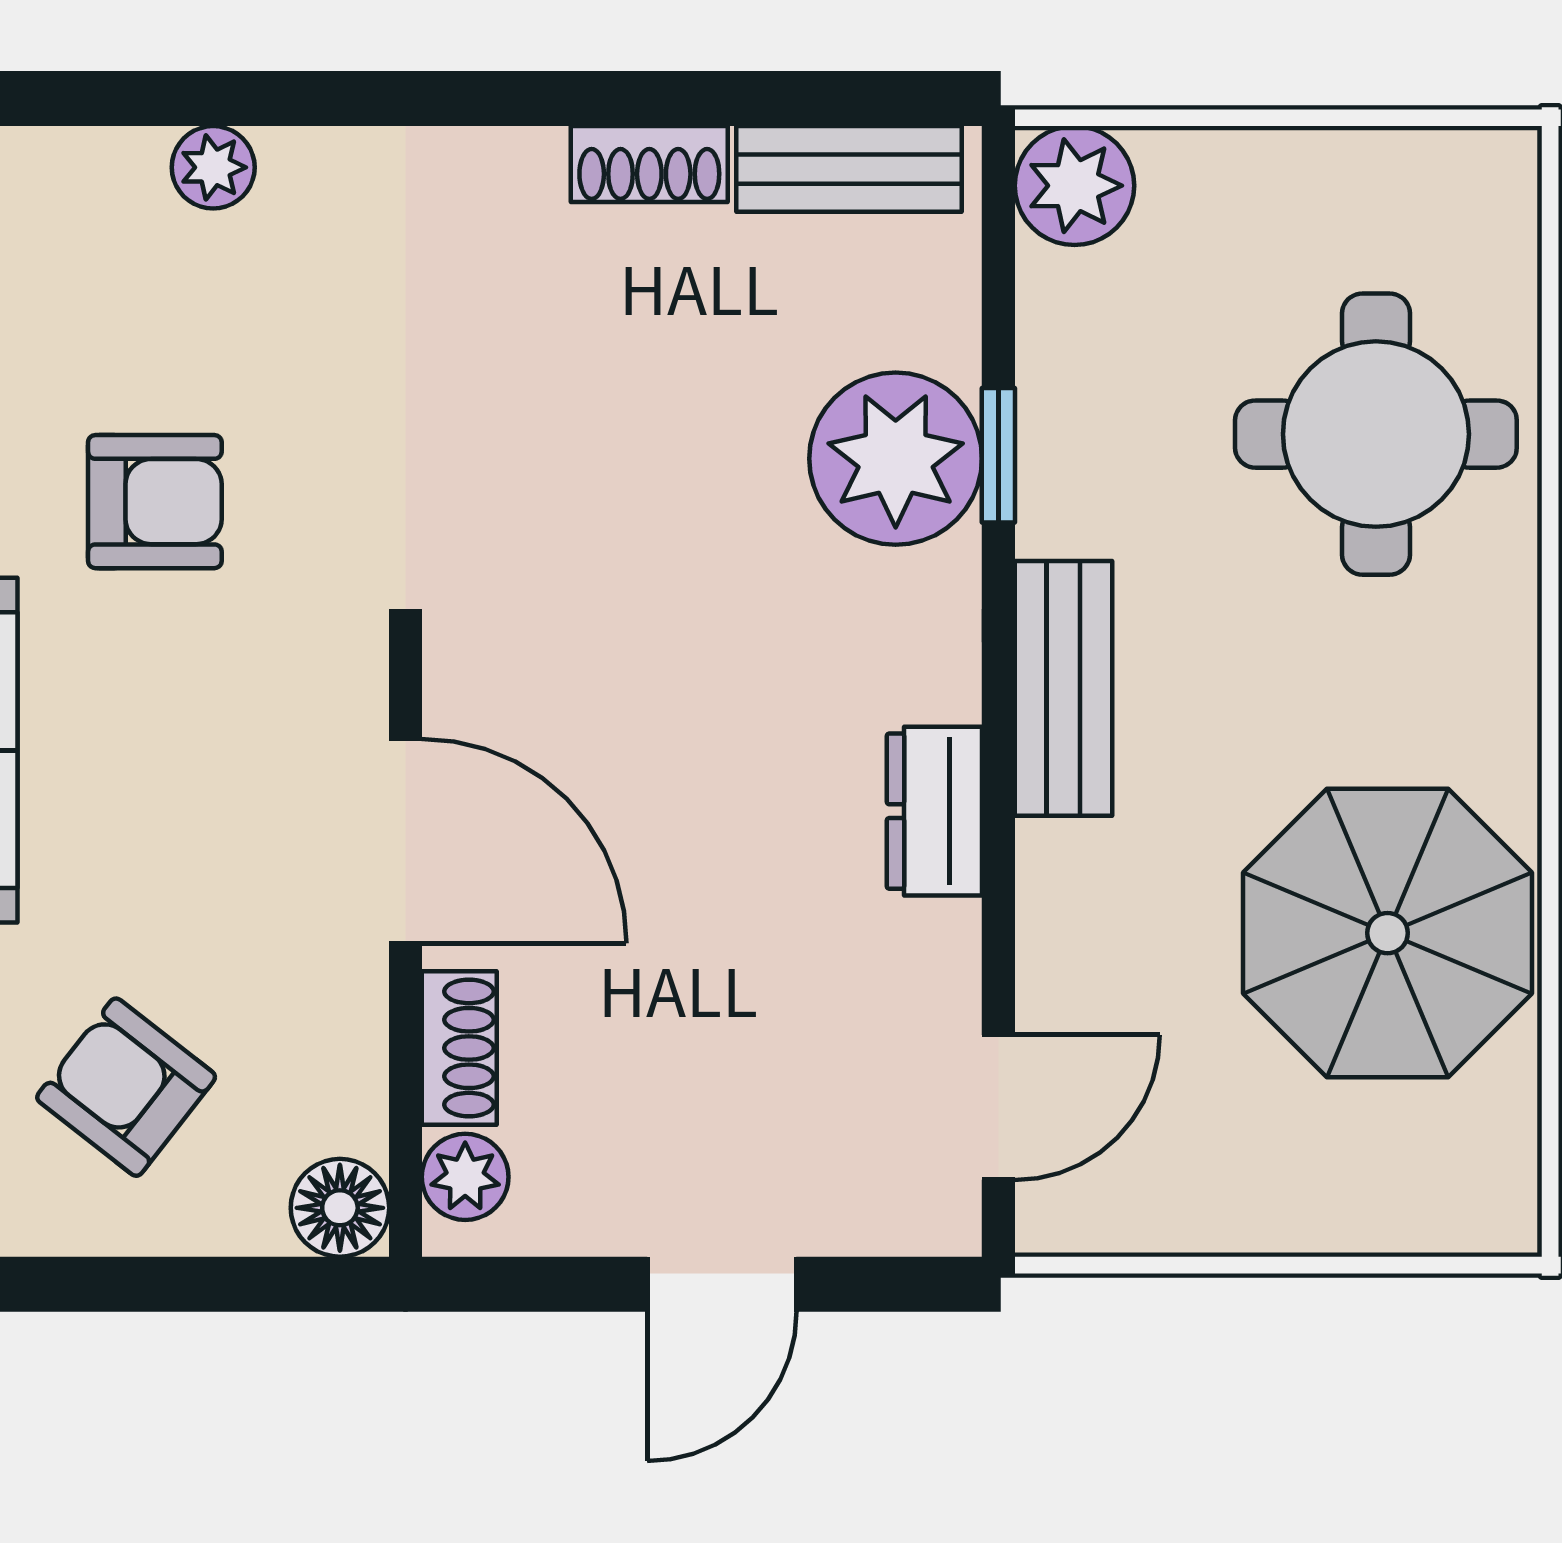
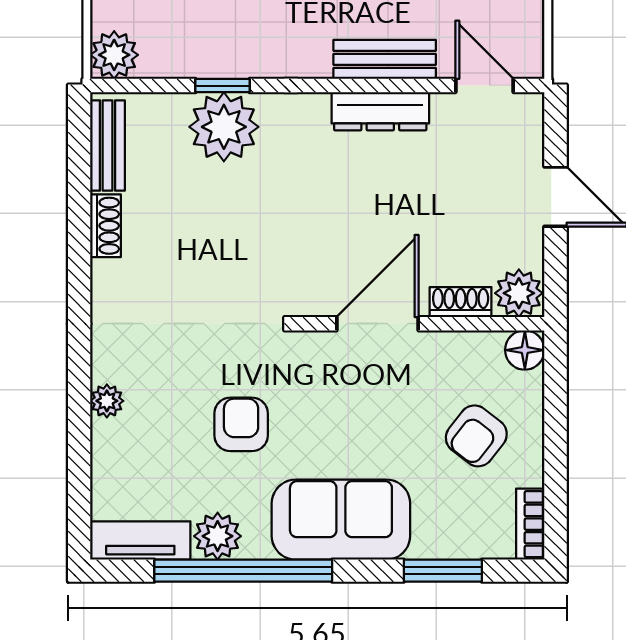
bench: (1064, 688) -> (385, 59), moved
dresser: (934, 811) -> (380, 111), width x1.44
plant: (465, 1177) -> (519, 293), width x1.38, depth x1.38

